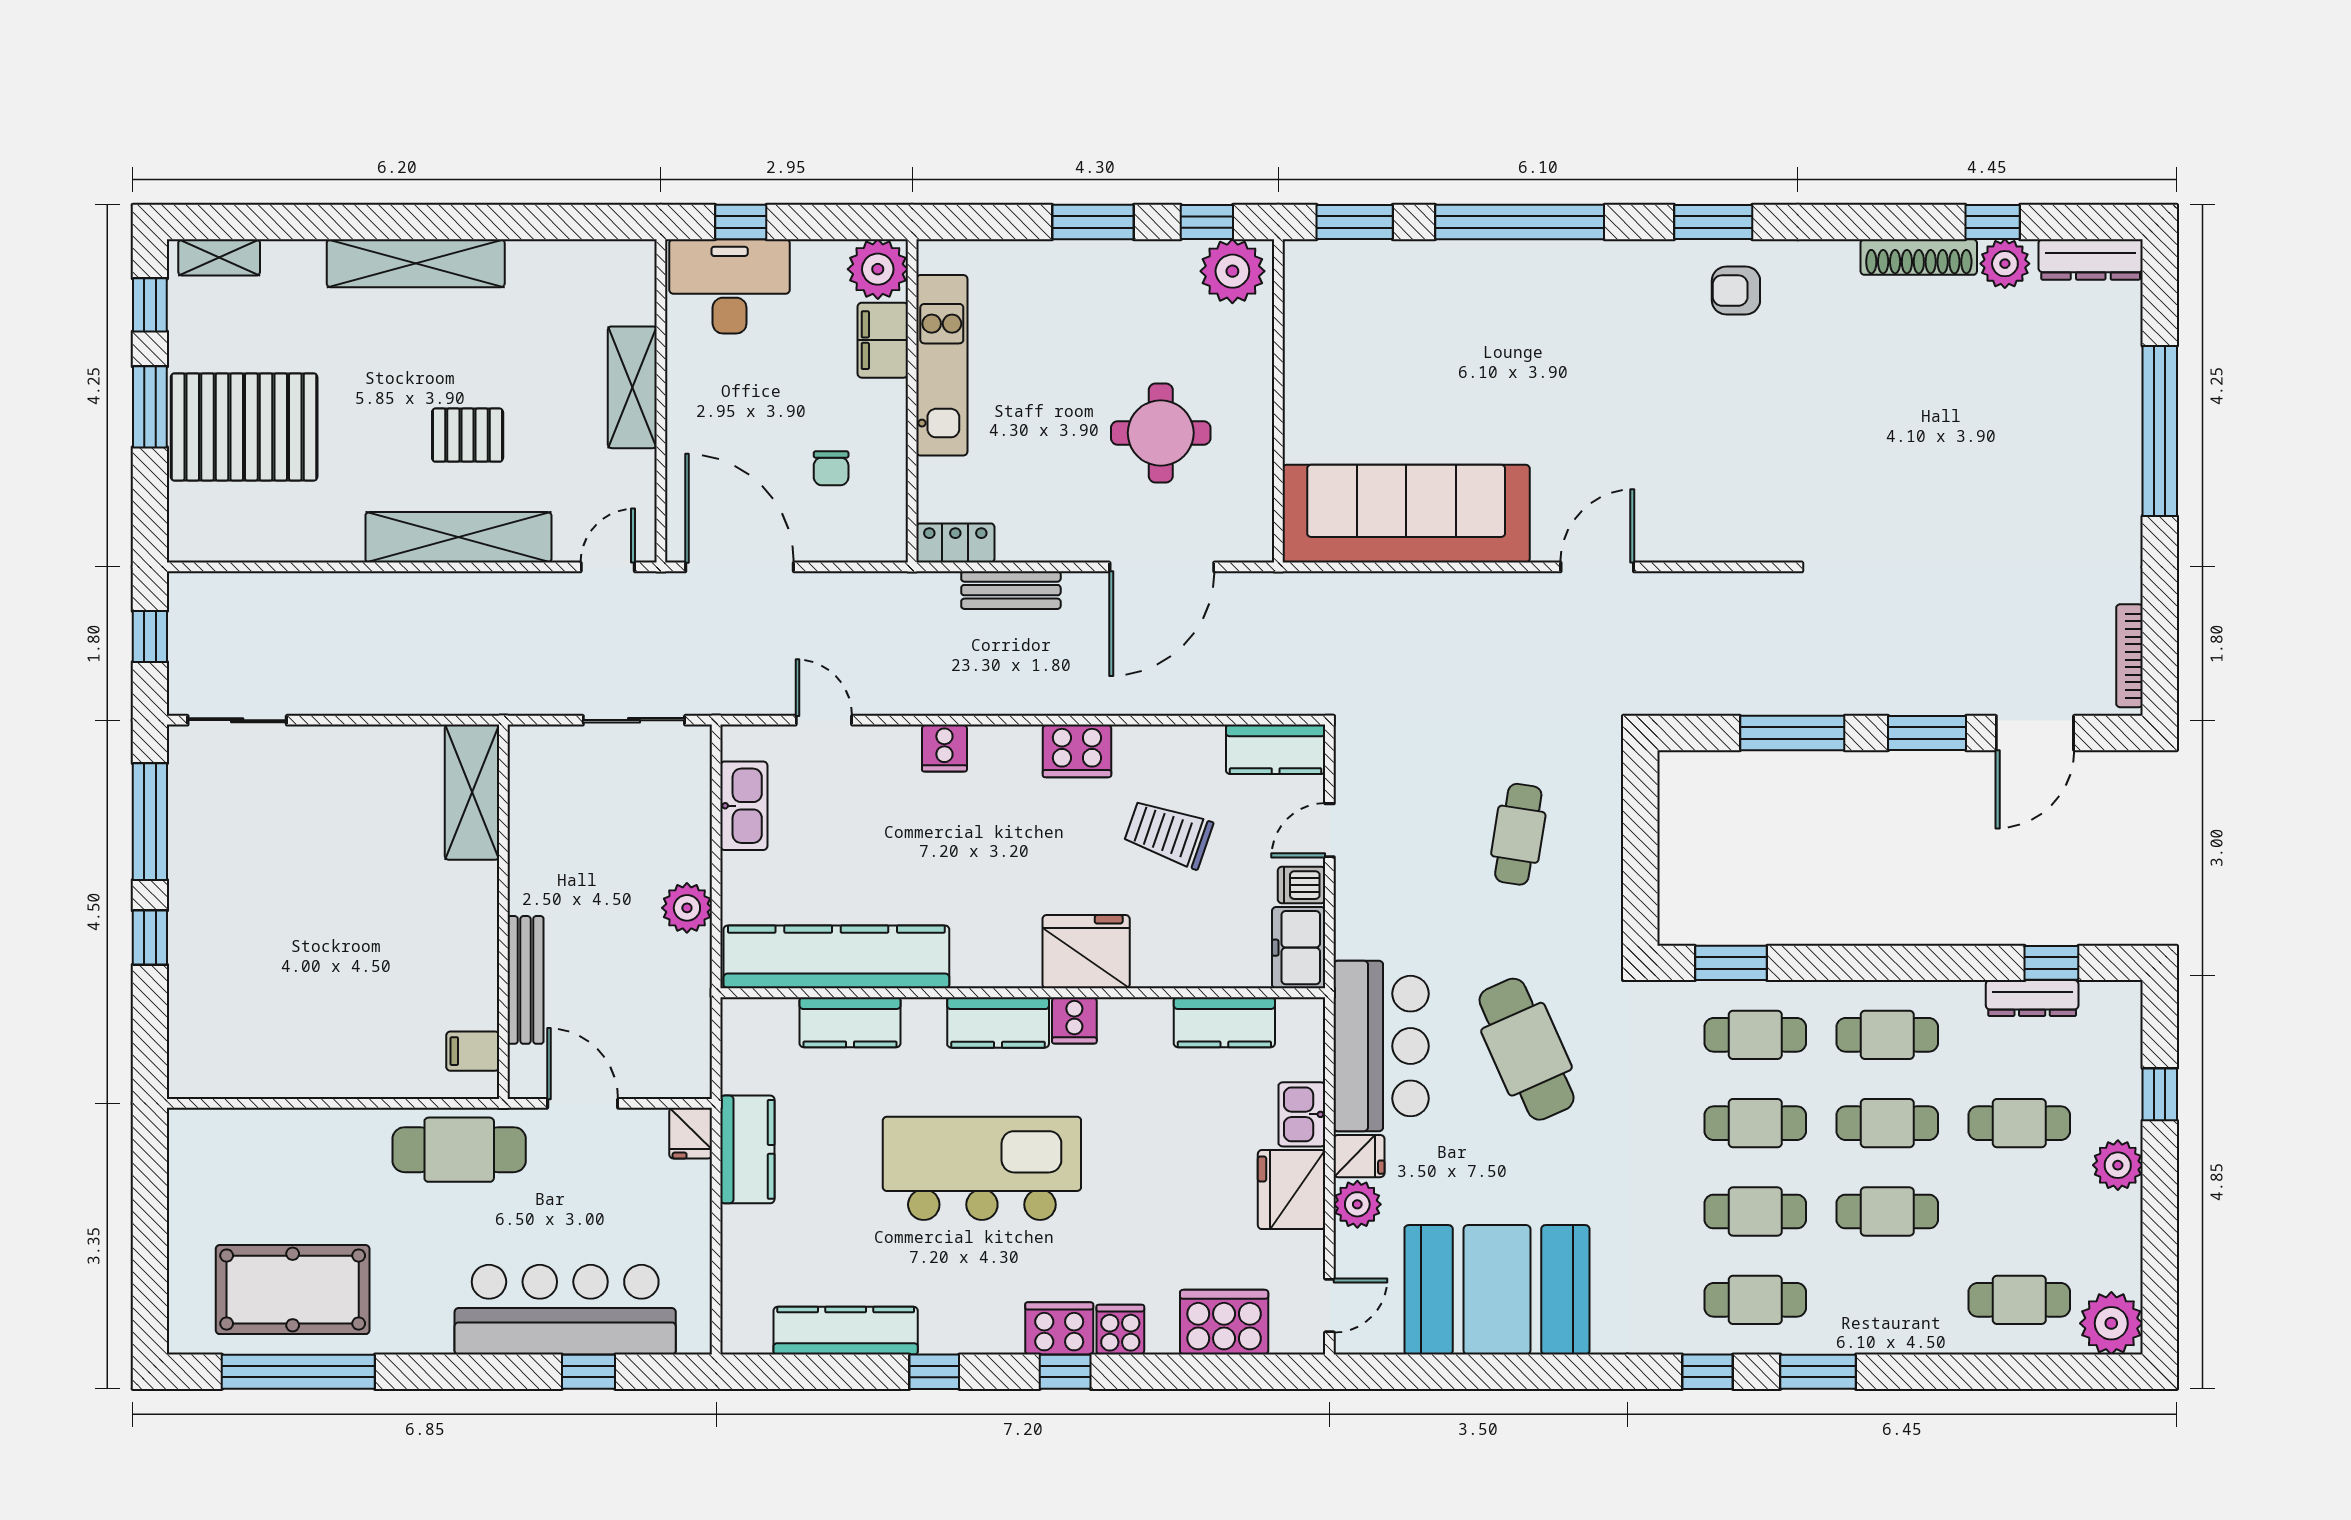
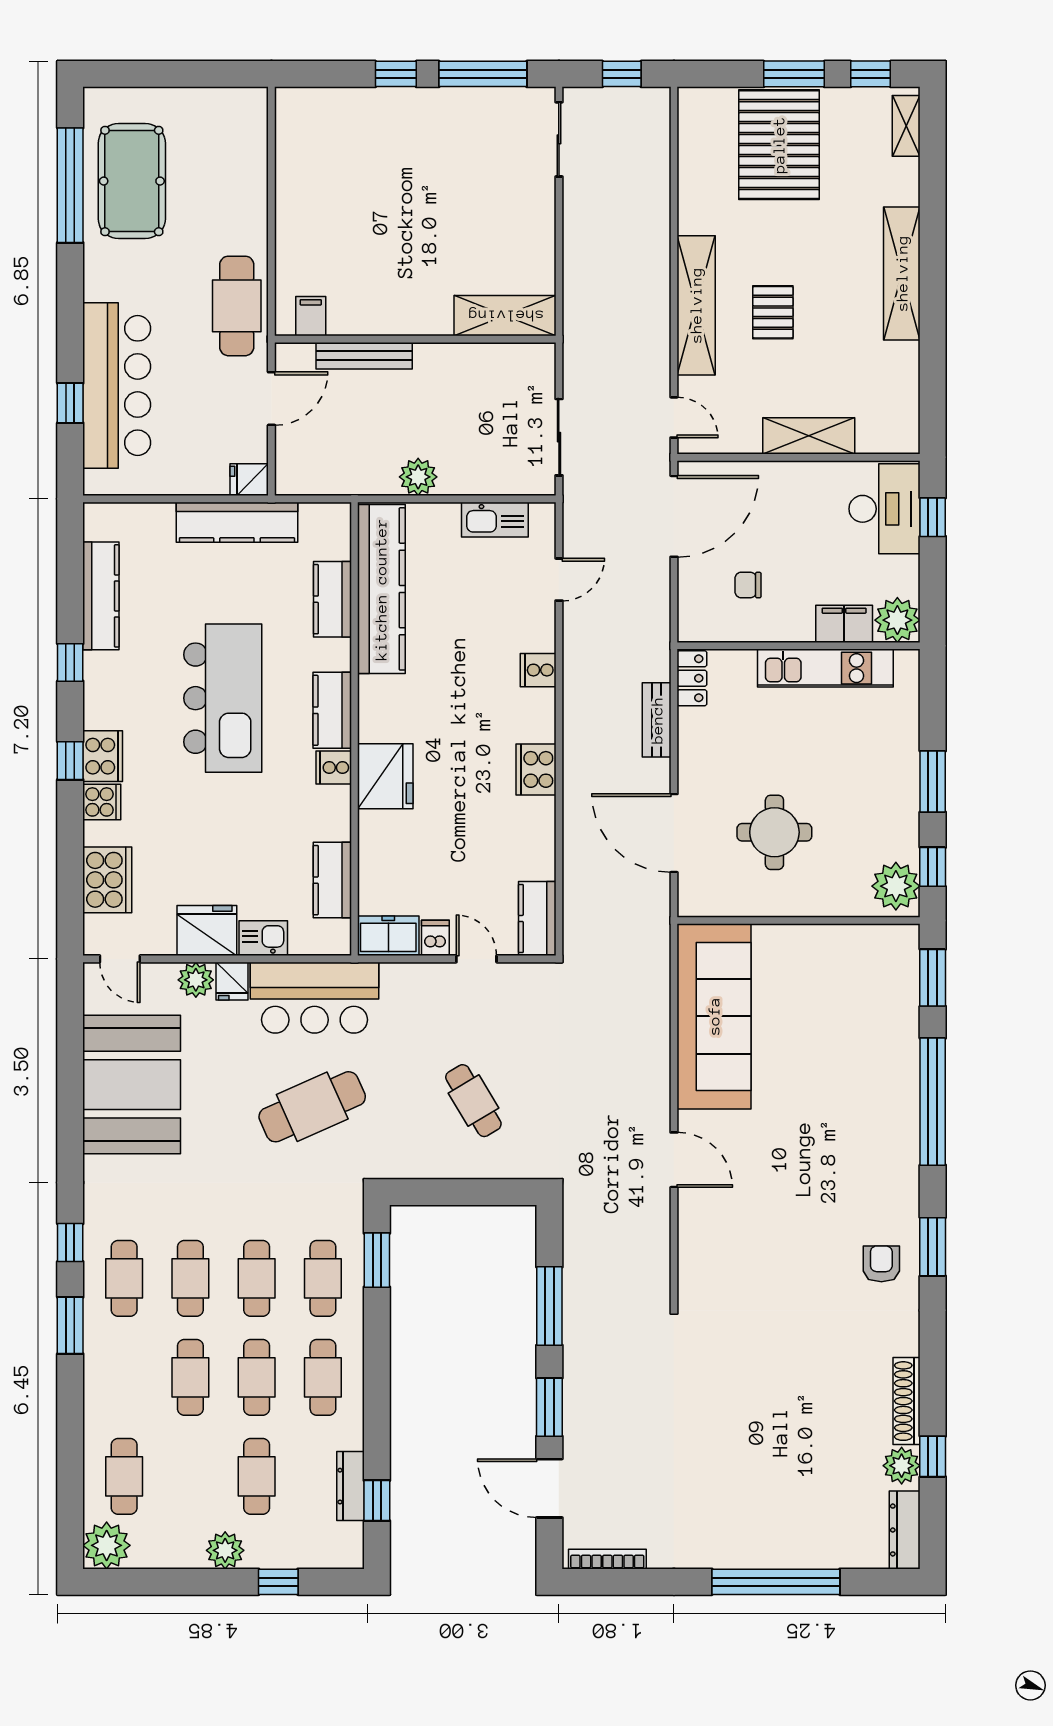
trolley: (1168, 834) -> (474, 838), removed
cafe table: (1518, 834) -> (473, 1101), turned 50
kitchen counter: (747, 1149) -> (237, 522), width x1.50

